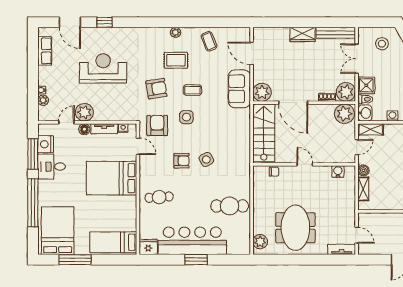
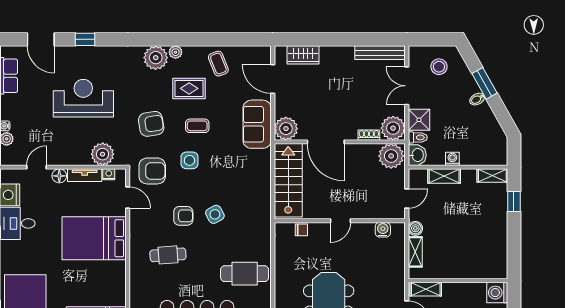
wardrobe: (303, 34) -> (303, 55), moved
plant: (160, 37) -> (156, 58), added
rug: (176, 60) -> (189, 88), moved
plant: (84, 112) -> (103, 154), moved
armchair: (157, 125) -> (152, 171), turned 90
shelving: (371, 129) -> (444, 176), moved
door: (305, 164) -> (341, 221), swing flipped
cafe table: (159, 197) -> (168, 255), moved
shelving: (372, 218) -> (426, 289), added

